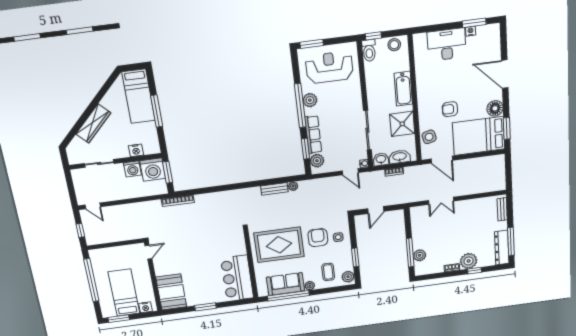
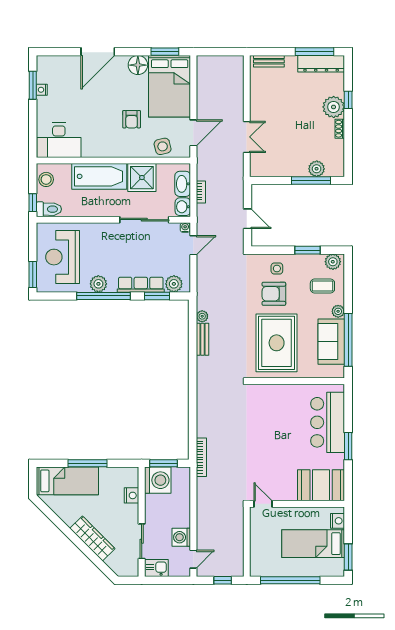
desk: (447, 44) -> (59, 140), moved, turned -90
bathtub: (403, 89) -> (99, 176), width x1.36, depth x1.36
washing machine: (132, 169) -> (181, 537), moved, turned 180
kitchen sink: (79, 178) -> (156, 568), added
bar counter: (237, 278) -> (328, 422), moved, turned 90

